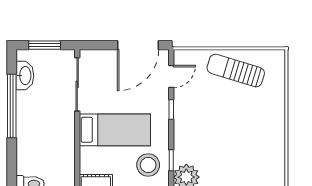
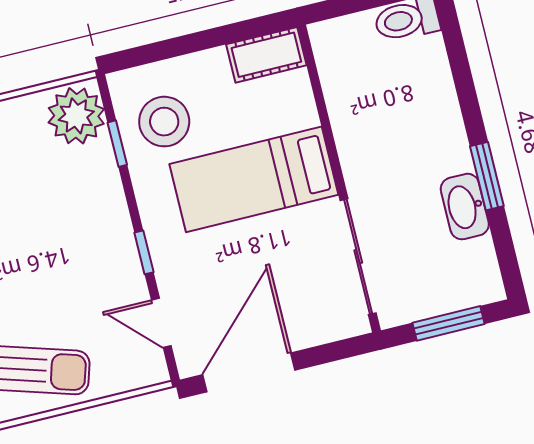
washbasin: (25, 76) -> (465, 207), moved
door: (171, 77) -> (161, 323), hinge flipped
window: (12, 106) -> (487, 176), width x0.47

